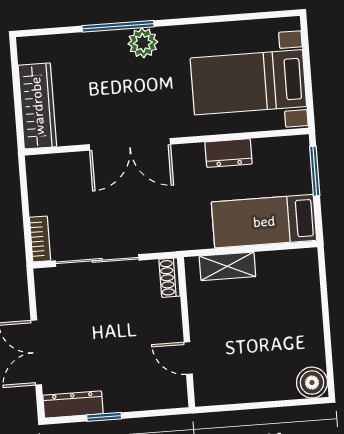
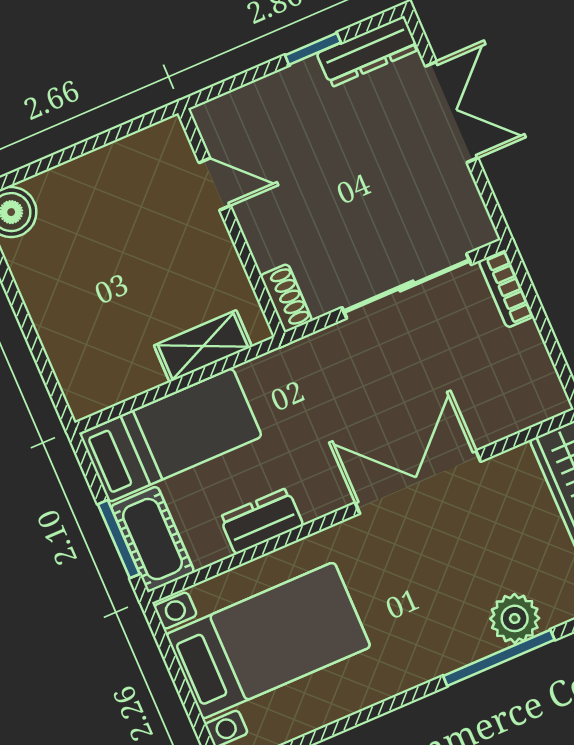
plant: (143, 43) -> (515, 618), moved
cot: (295, 164) -> (152, 539), added

